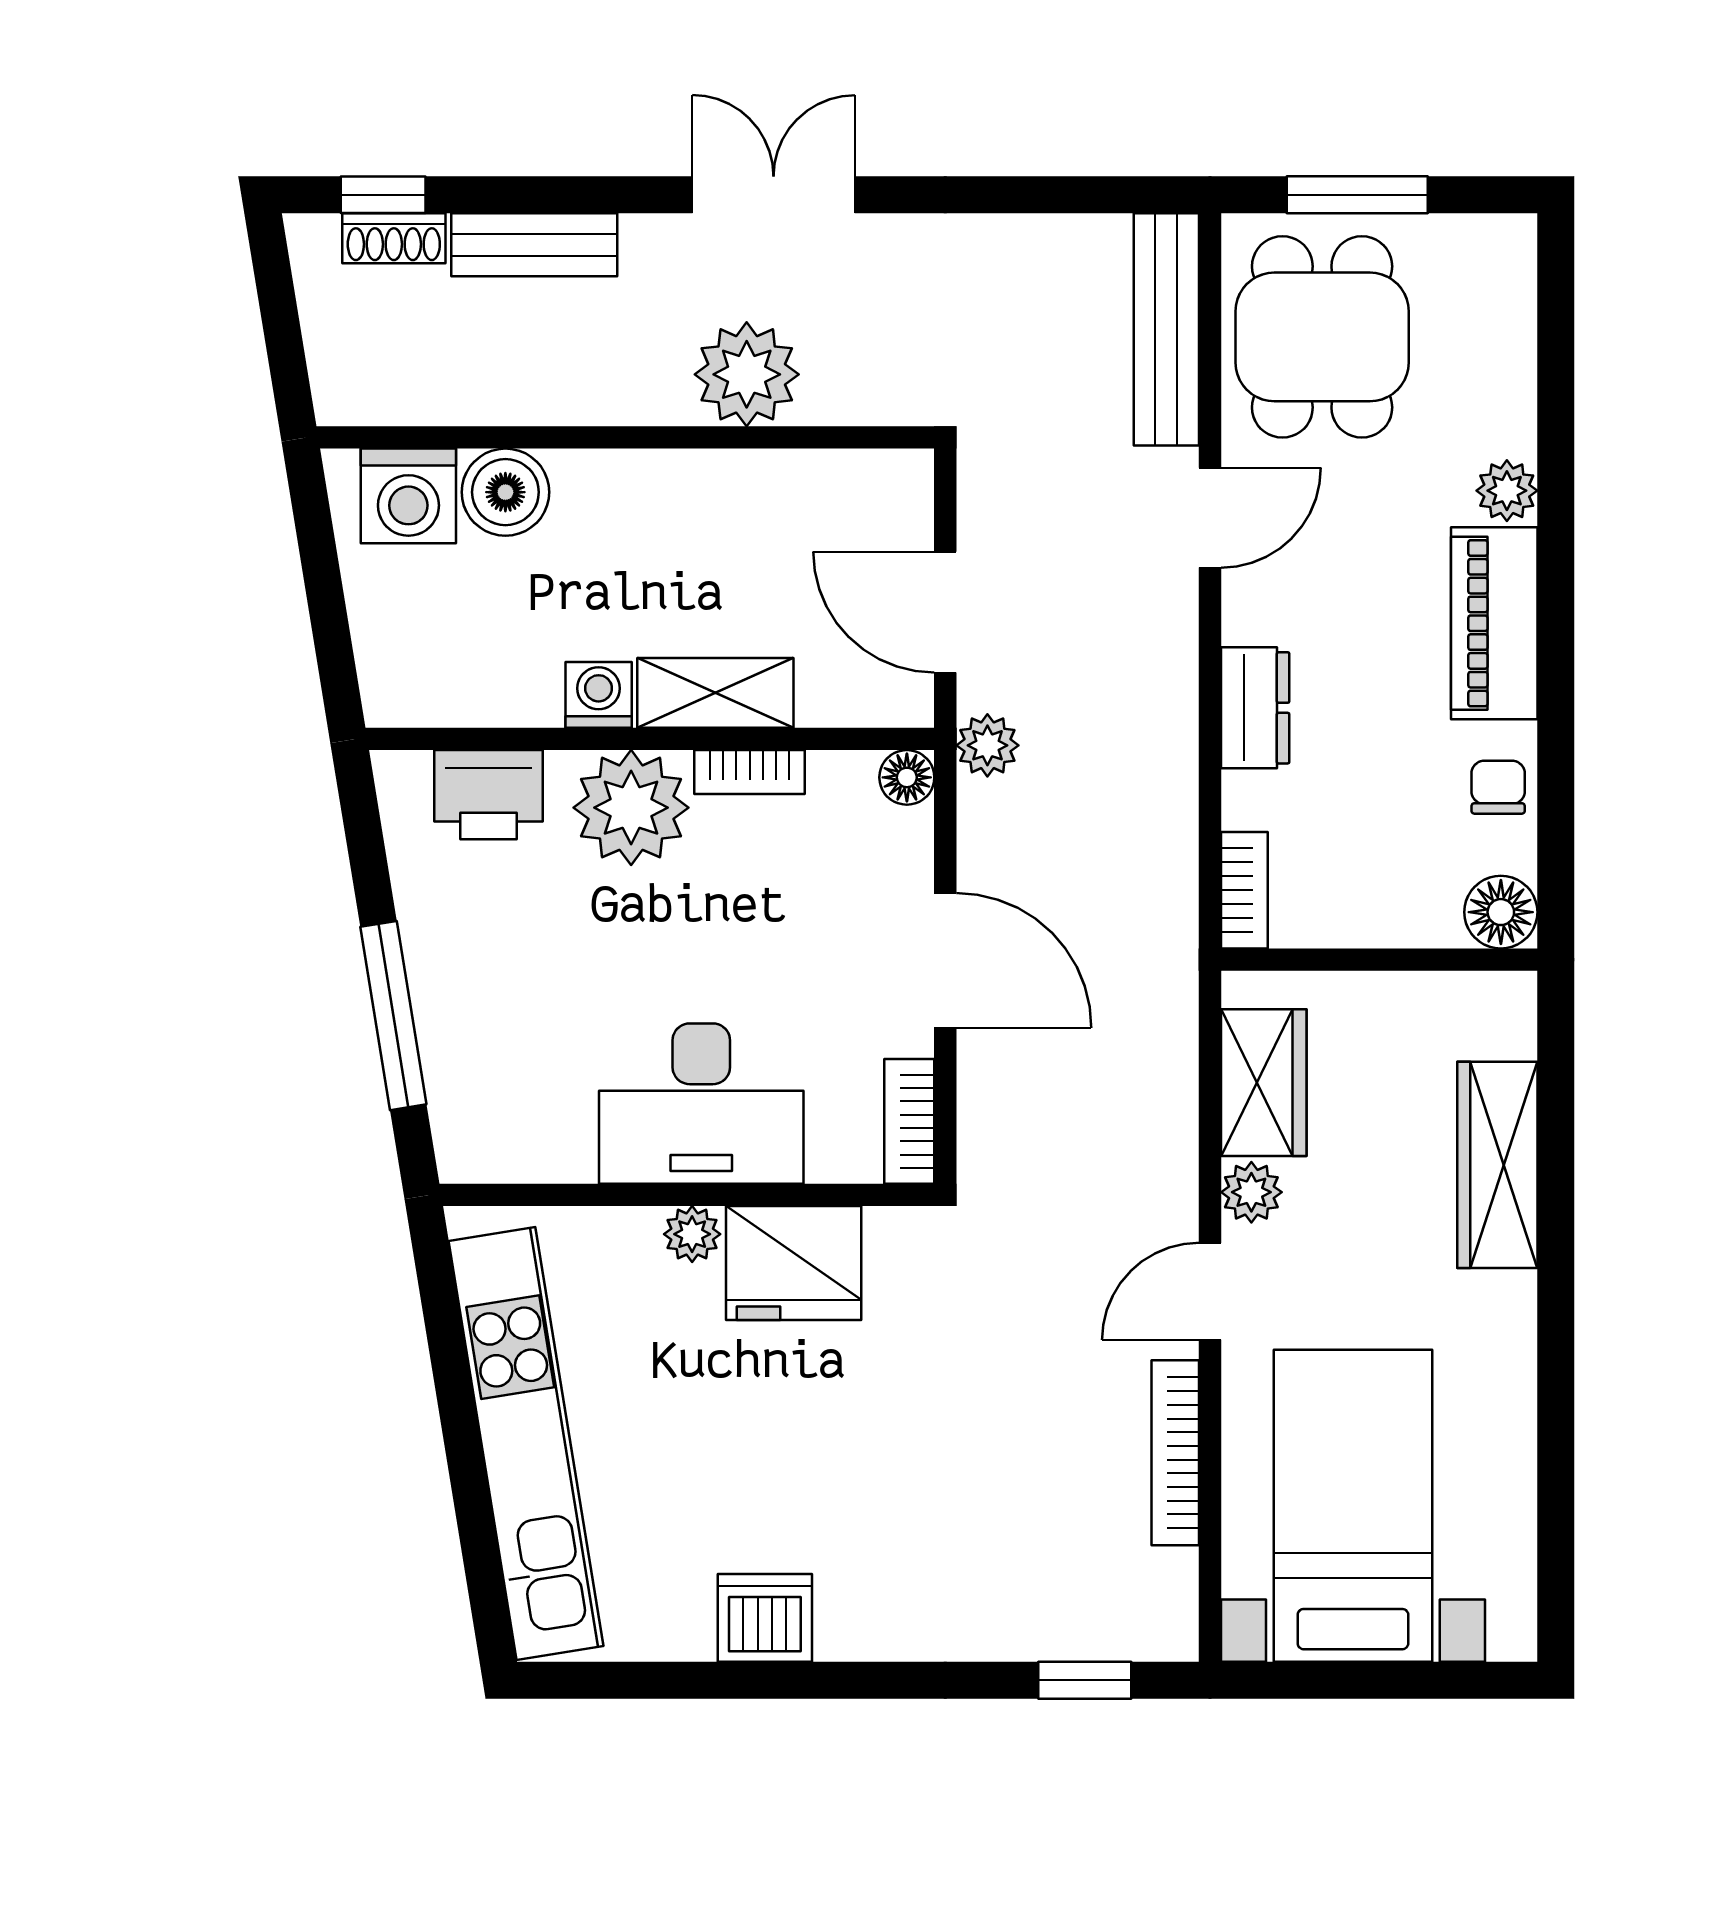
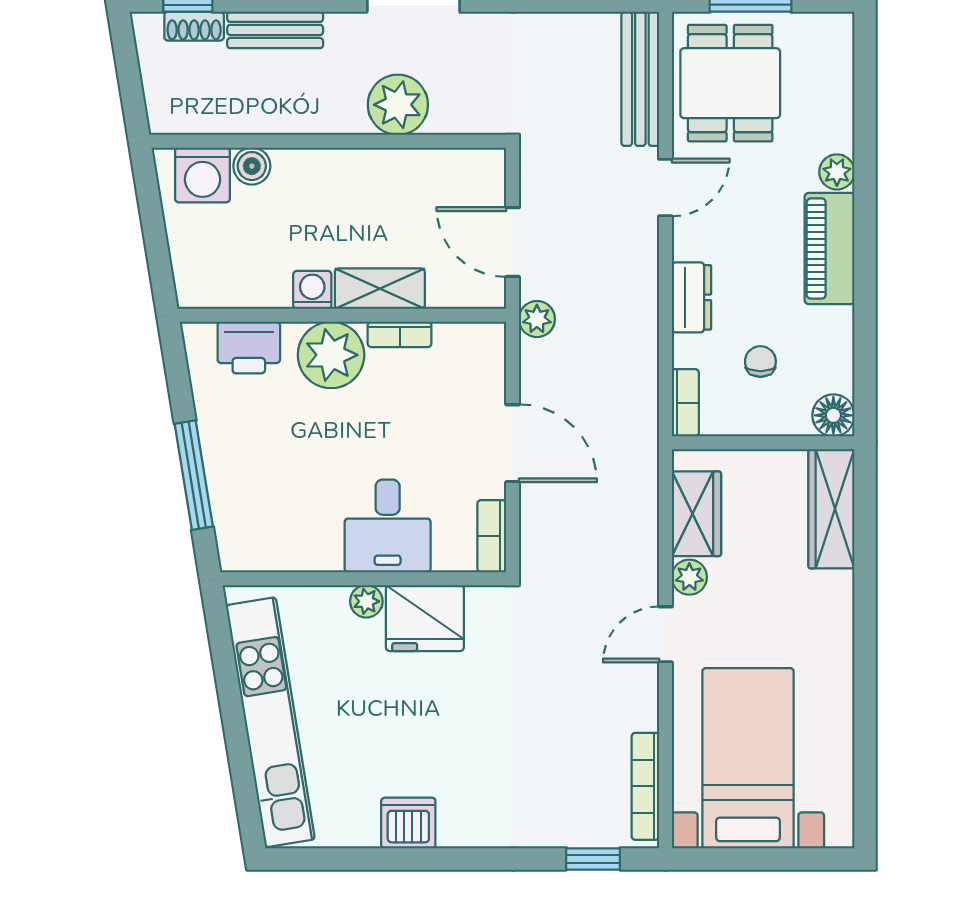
boiler: (505, 492) -> (252, 166), width x0.73, depth x0.73
floor lamp: (907, 777) -> (490, 338), removed
chair: (1498, 787) -> (760, 361), moved
desk: (701, 1104) -> (388, 526), width x0.73
wardrobe: (1497, 1165) -> (831, 509), moved
bookcase: (1175, 1453) -> (645, 786), moved

